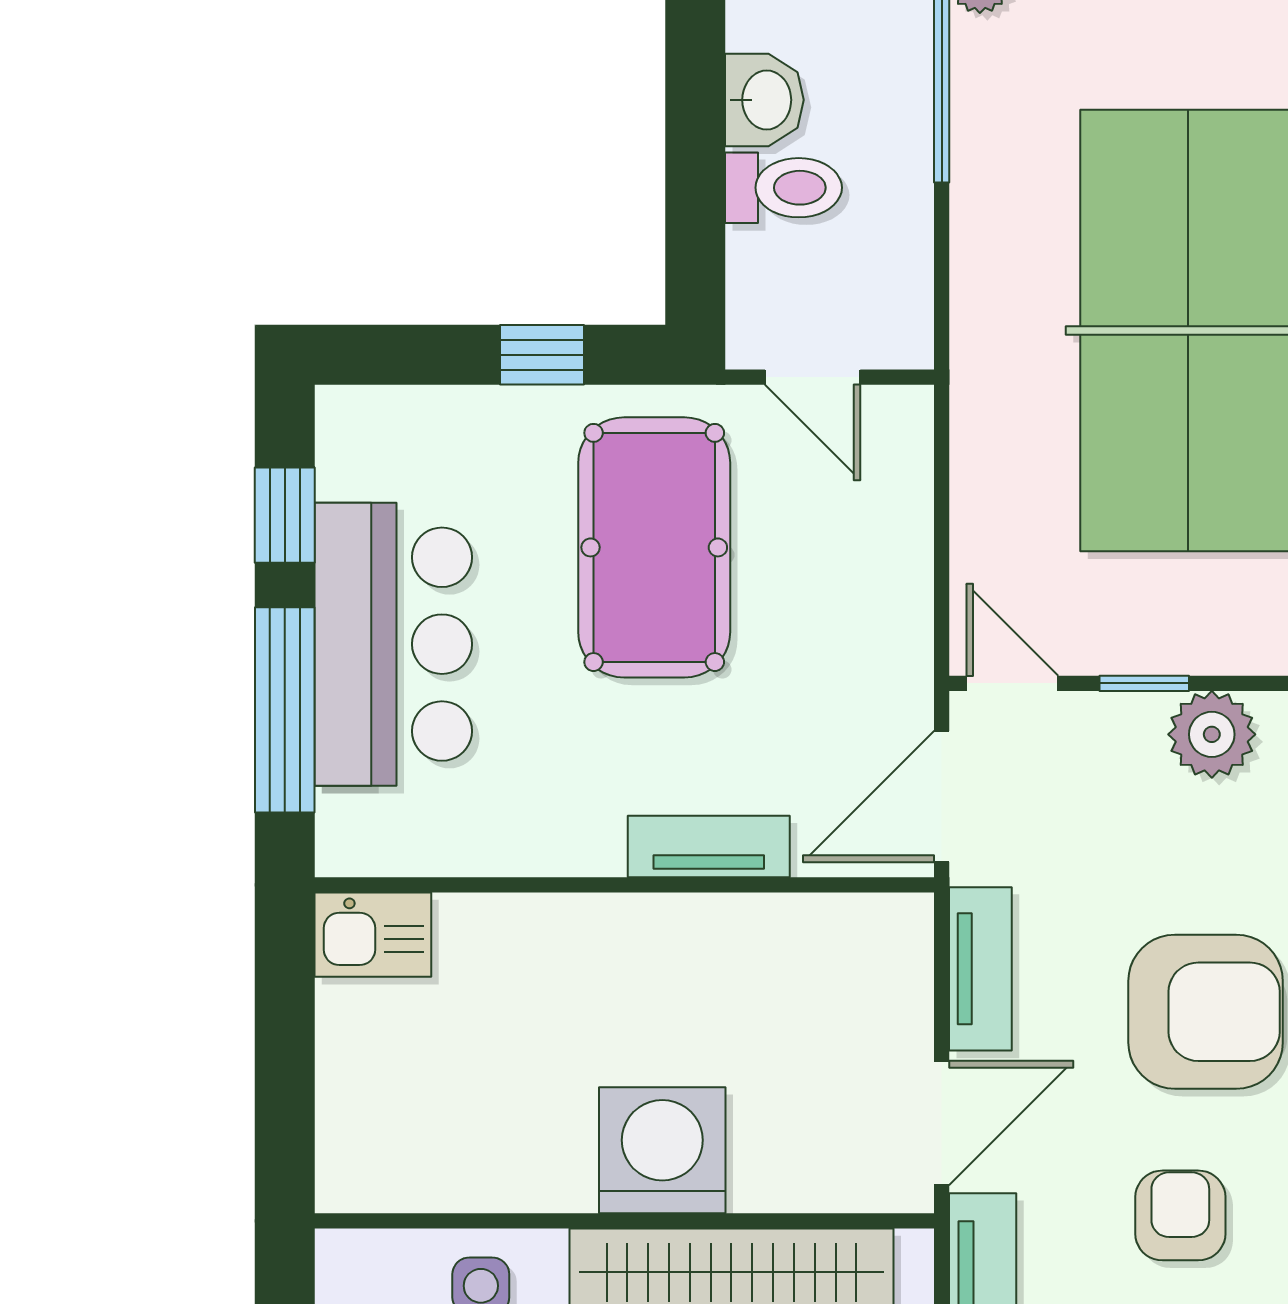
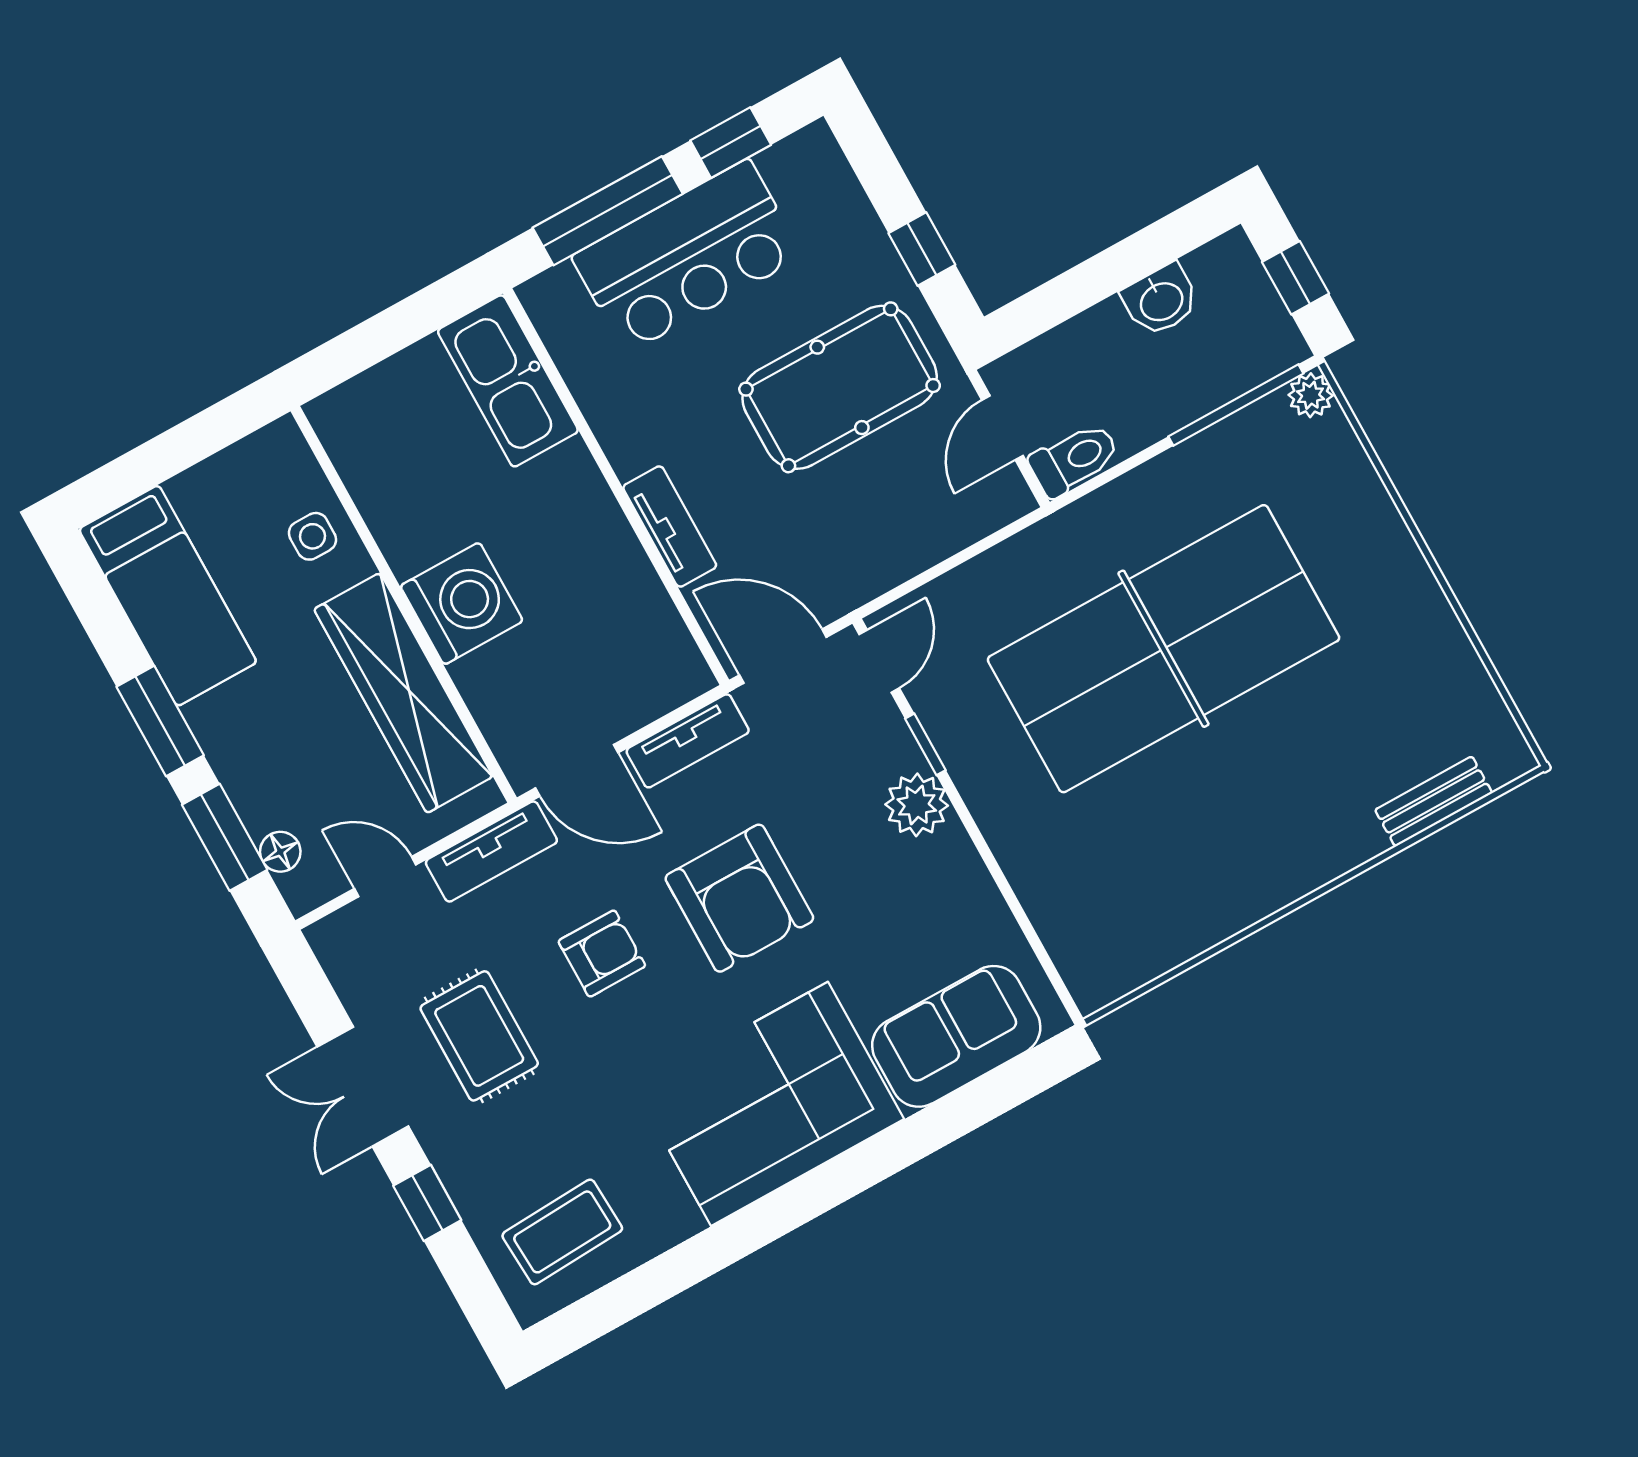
toilet: (784, 188) -> (1074, 459), moved, turned -90
kitchen sink: (373, 935) -> (508, 381), width x1.88, depth x1.24

